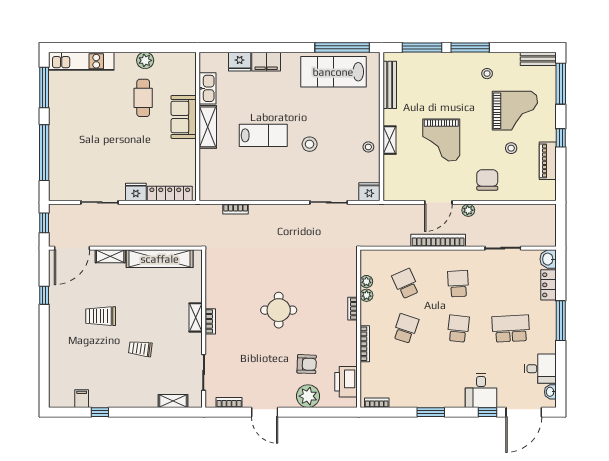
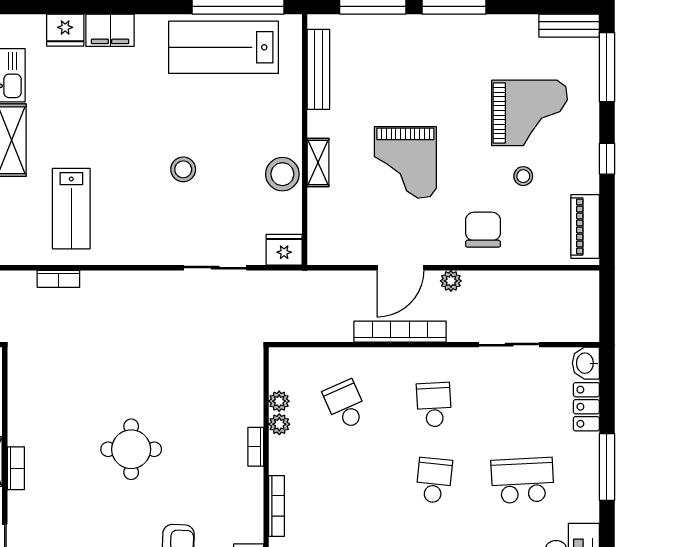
stool: (487, 74) -> (483, 50), removed
lab bench: (263, 135) -> (71, 209), moved, turned 90
stool: (368, 147) -> (282, 174), width x1.89, depth x1.89
piano: (548, 161) -> (585, 226), moved
school desk: (406, 329) -> (345, 480), removed

